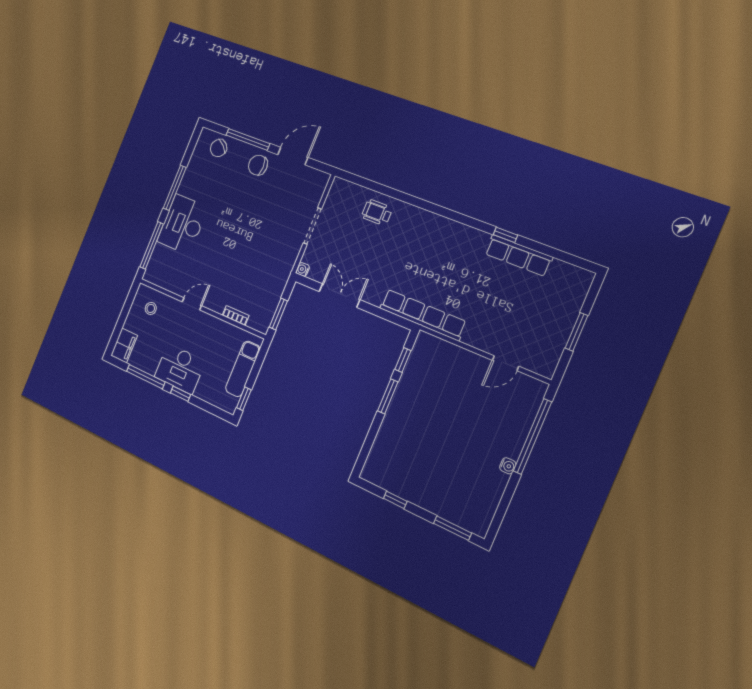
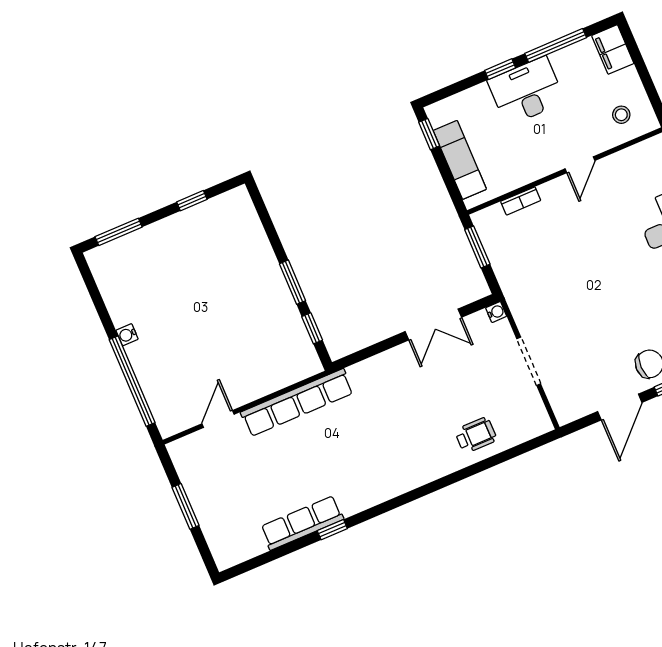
row of seats: (423, 315) -> (297, 403), moved

